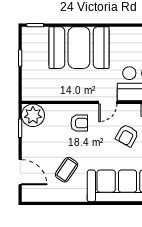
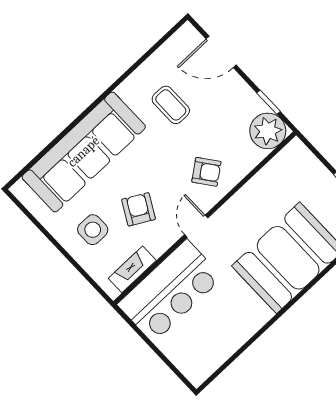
armchair: (79, 123) -> (206, 172), turned -127
coffee table: (67, 170) -> (171, 105), turned -34

